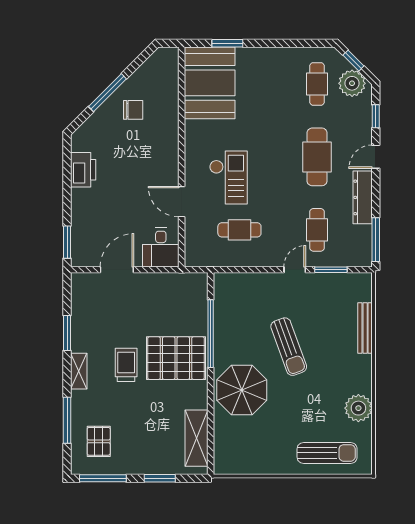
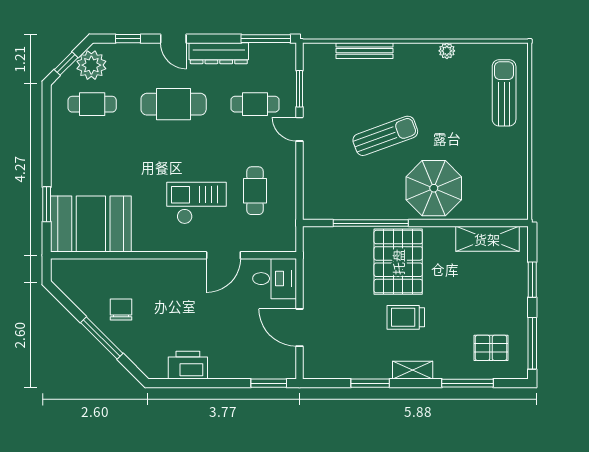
plant: (358, 408) -> (447, 51), width x0.53, depth x0.53

